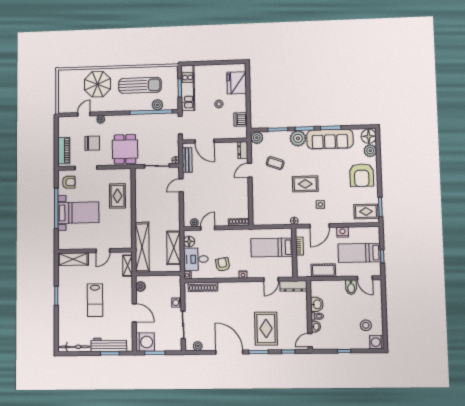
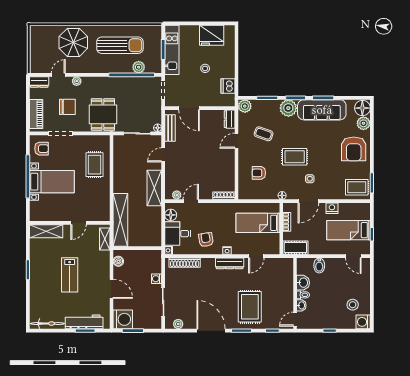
fridge: (237, 83) -> (212, 35), moved, turned -90
dresser: (66, 121) -> (39, 82), added
armchair: (272, 200) -> (259, 173), added
shelving: (174, 248) -> (154, 188), moved
cot: (323, 270) -> (295, 248), moved
dresser: (293, 286) -> (230, 263), moved
bidet: (351, 287) -> (319, 265), moved

